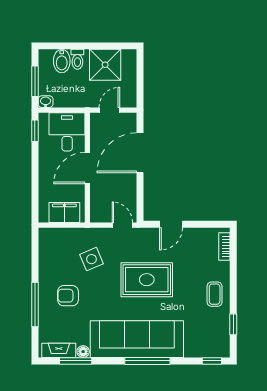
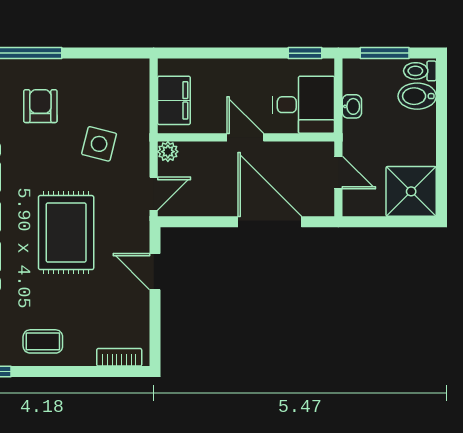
toilet: (77, 59) -> (420, 71), moved
shower: (105, 65) -> (411, 191), moved
washbasin: (46, 102) -> (352, 106), moved
door: (87, 168) -> (245, 137), width x0.73
plant: (96, 216) -> (168, 152), added
side table: (91, 259) -> (99, 144), turned 37

